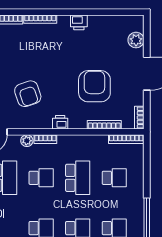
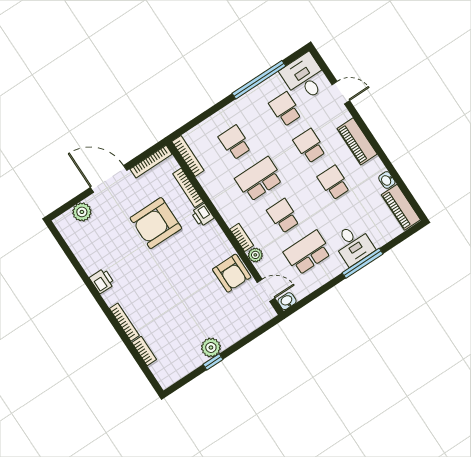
armchair: (28, 94) -> (232, 273), moved, turned 109
bookcase: (139, 118) -> (151, 162), width x1.56
printer: (60, 122) -> (202, 215), moved

